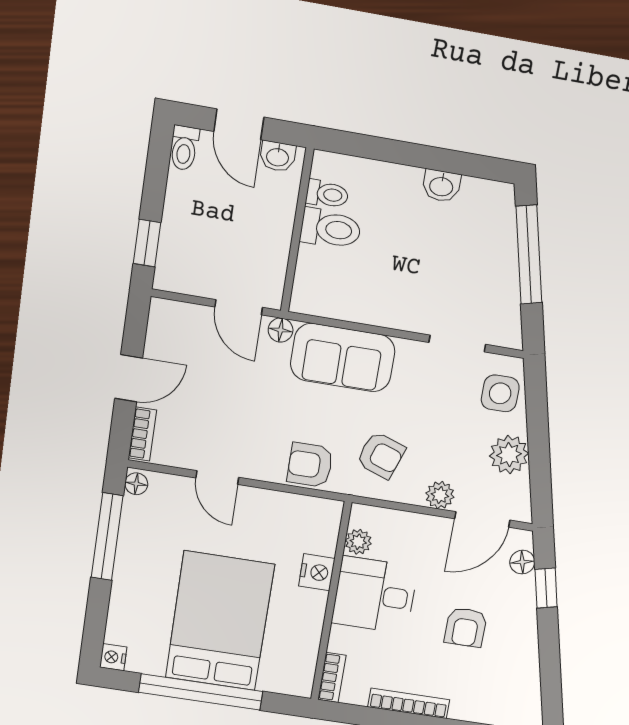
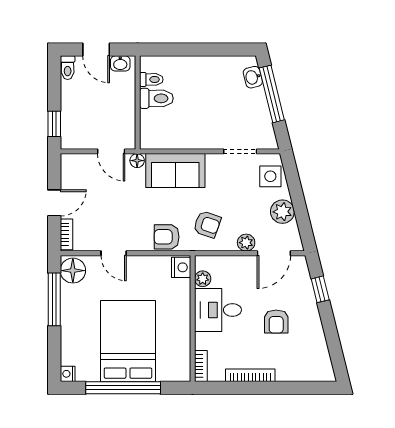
washbasin: (441, 186) -> (253, 77), moved, turned 76
floor lamp: (136, 484) -> (73, 271), width x1.89, depth x1.89
floor lamp: (522, 562) -> (303, 276), removed
nightstand: (317, 572) -> (181, 267), moved

